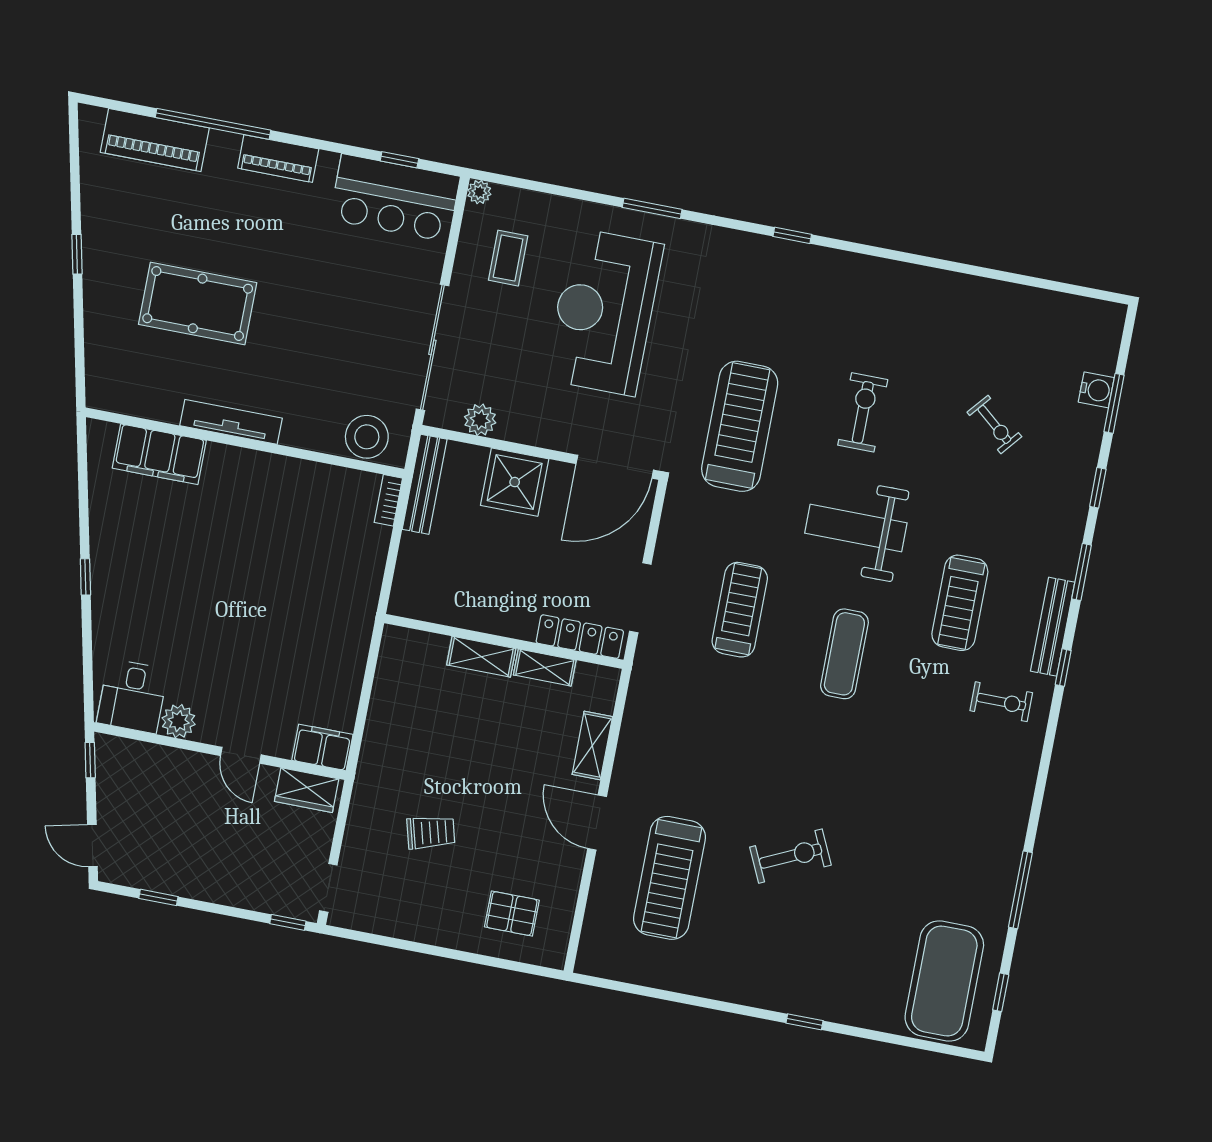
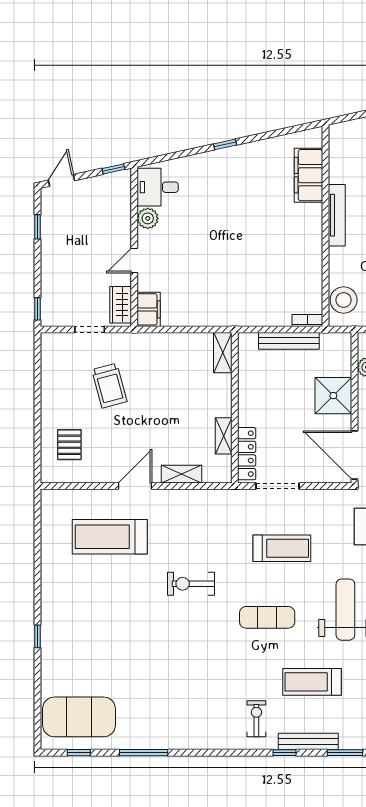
bench: (425, 484) -> (289, 341), moved
shelving: (481, 657) -> (223, 353), moved
exercise bike: (1001, 702) -> (256, 719), turned 180
trolley: (431, 832) -> (109, 386), width x1.36, depth x1.39
exercise bike: (790, 856) -> (191, 584), moved, turned 115
doorway: (328, 888) -> (90, 330), moved

